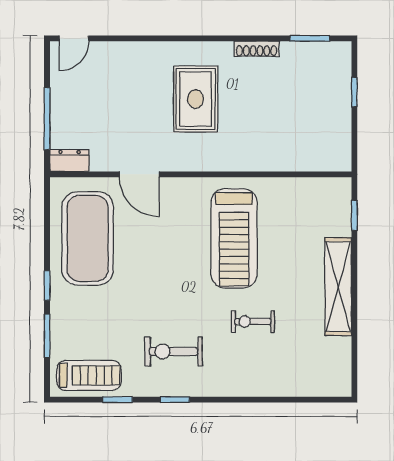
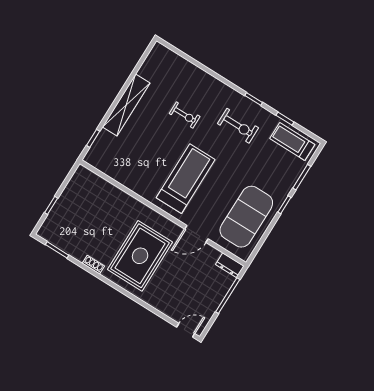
shoe rack: (257, 49) -> (93, 265), width x0.70
rug: (196, 99) -> (140, 256), width x1.37, depth x1.44
door: (139, 174) -> (196, 234), swing flipped
treadmill: (234, 238) -> (186, 179), moved

